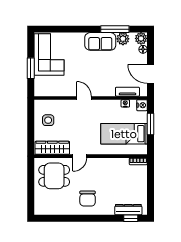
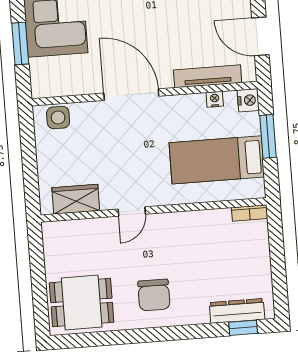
tv unit: (127, 92) -> (208, 76), width x1.41
door: (84, 98) -> (131, 95), width x1.87
side table: (48, 120) -> (58, 118), moved
wardrobe: (52, 148) -> (76, 199), width x0.67
dining table: (54, 176) -> (82, 302), moved

